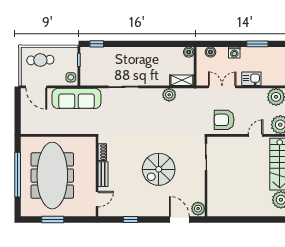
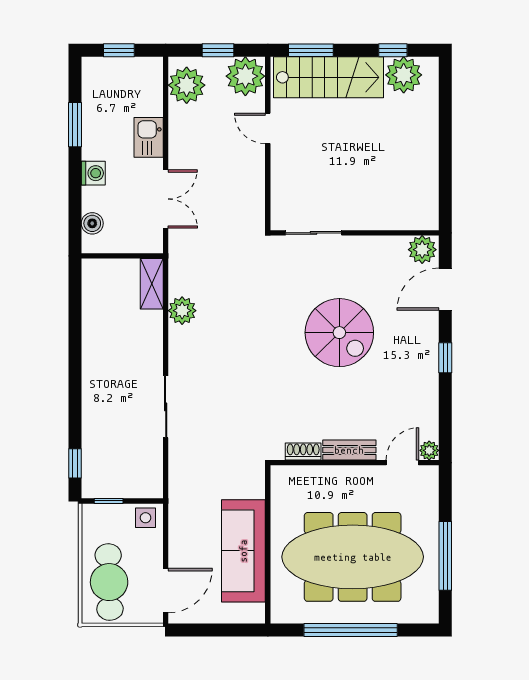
boiler: (189, 52) -> (92, 269), removed
cafe table: (40, 60) -> (109, 582), width x1.37, depth x1.35
double door: (222, 87) -> (166, 199), swing flipped
sofa: (76, 98) -> (243, 551), moved, turned 180
armchair: (224, 120) -> (235, 195), removed
door: (97, 199) -> (402, 463), hinge flipped
plant: (103, 212) -> (429, 450), added
window: (53, 220) -> (445, 556), width x1.44
window: (131, 220) -> (445, 358), moved

